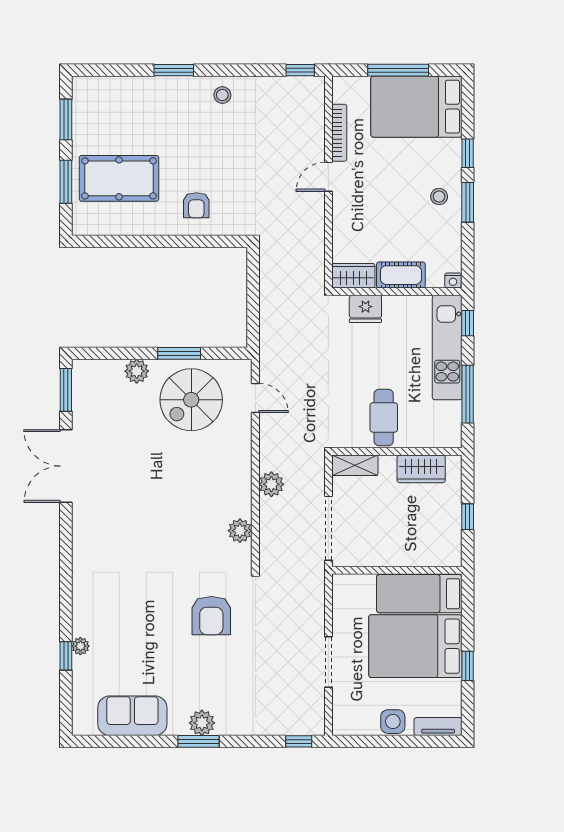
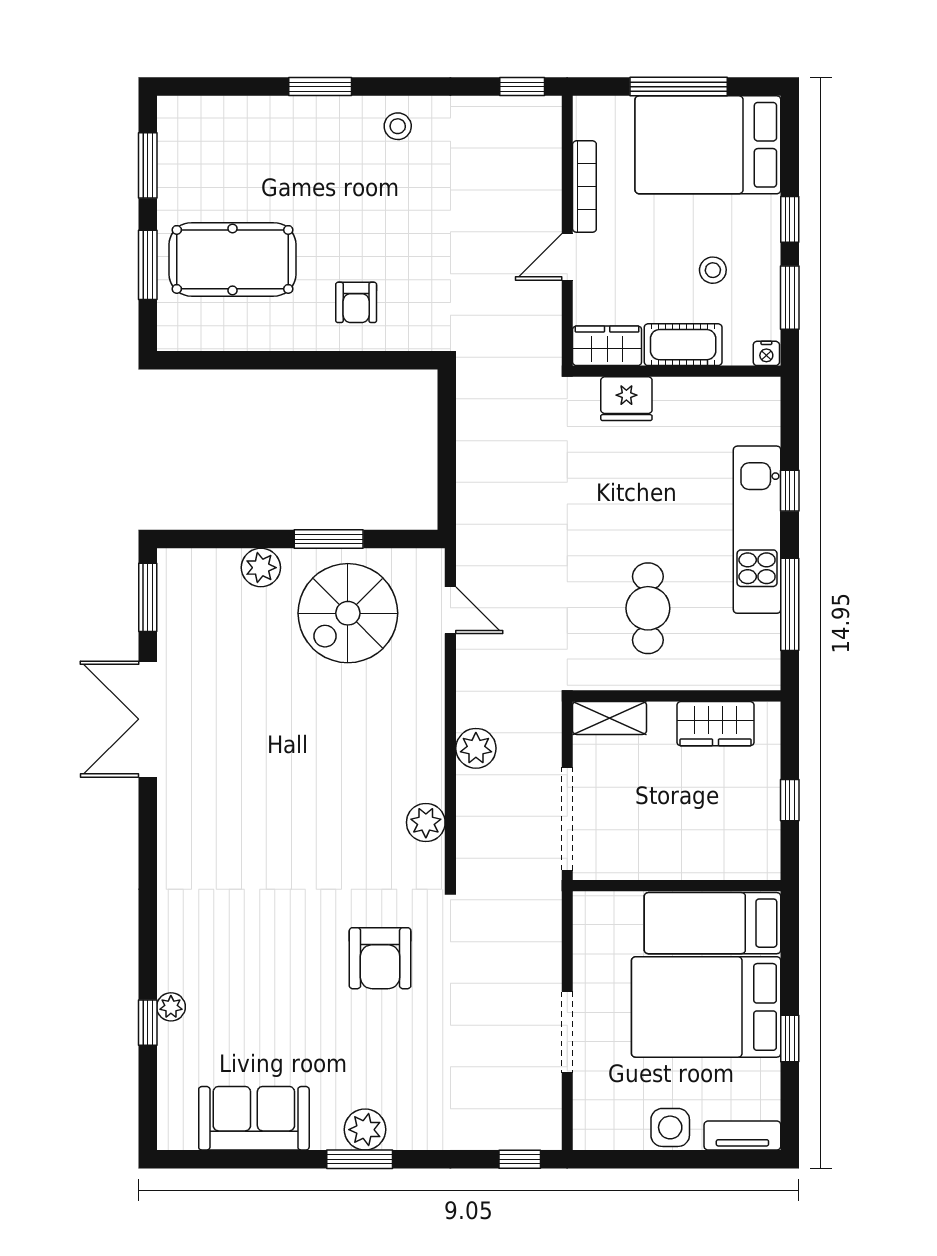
stool: (439, 197) -> (713, 270), moved
cot: (401, 275) -> (683, 345), moved
wardrobe: (353, 276) -> (607, 346), moved
nightstand: (453, 281) -> (766, 353), moved
wall: (397, 292) -> (677, 371), moved
fridge: (365, 309) -> (626, 399), moved
cafe table: (384, 417) -> (648, 608), moved

